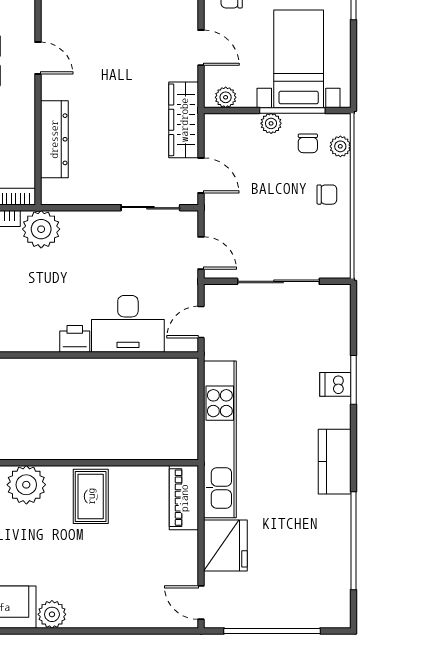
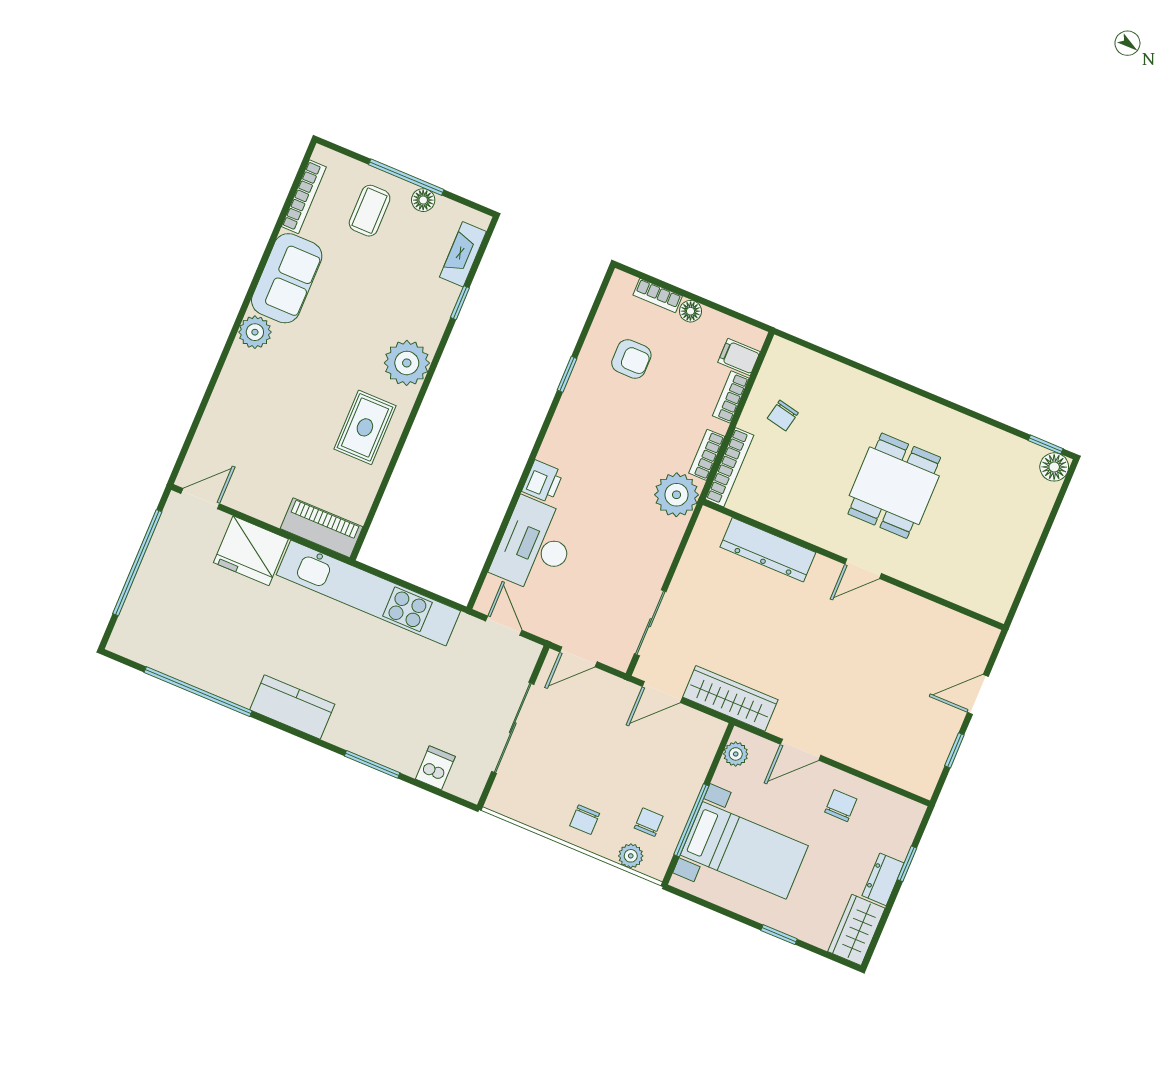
plant: (271, 123) -> (687, 791), removed
chair: (308, 143) -> (649, 822), turned 90
dishwasher: (335, 384) -> (435, 768), moved
rug: (91, 496) -> (365, 427), turned 90

